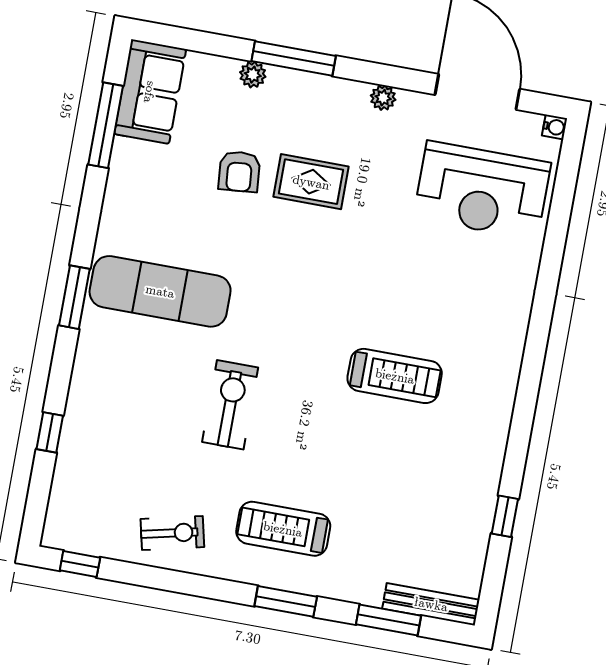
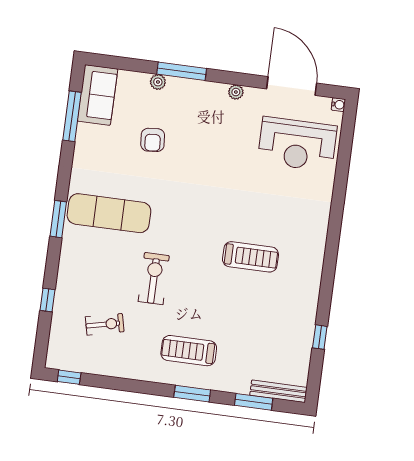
rug: (311, 182) -> (195, 144), removed
exercise bike: (172, 533) -> (105, 324), moved

